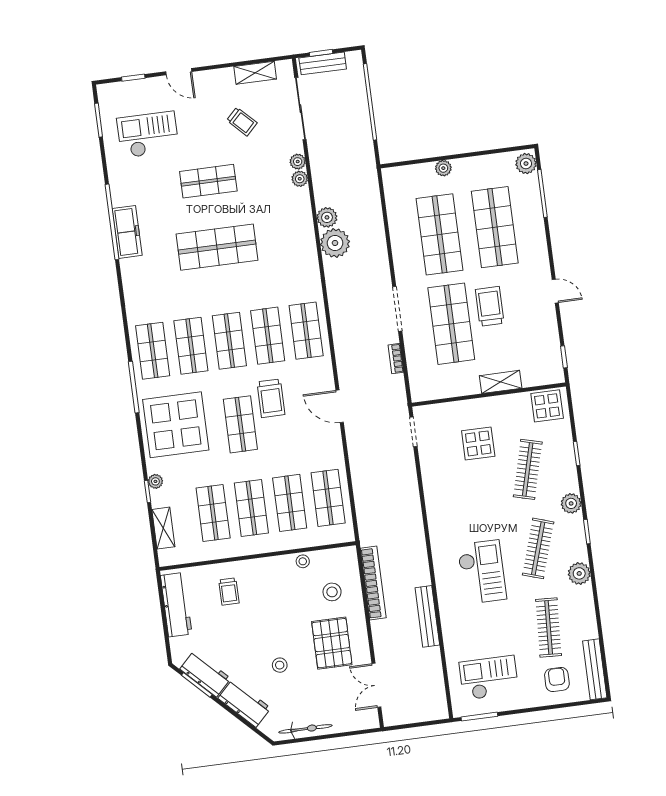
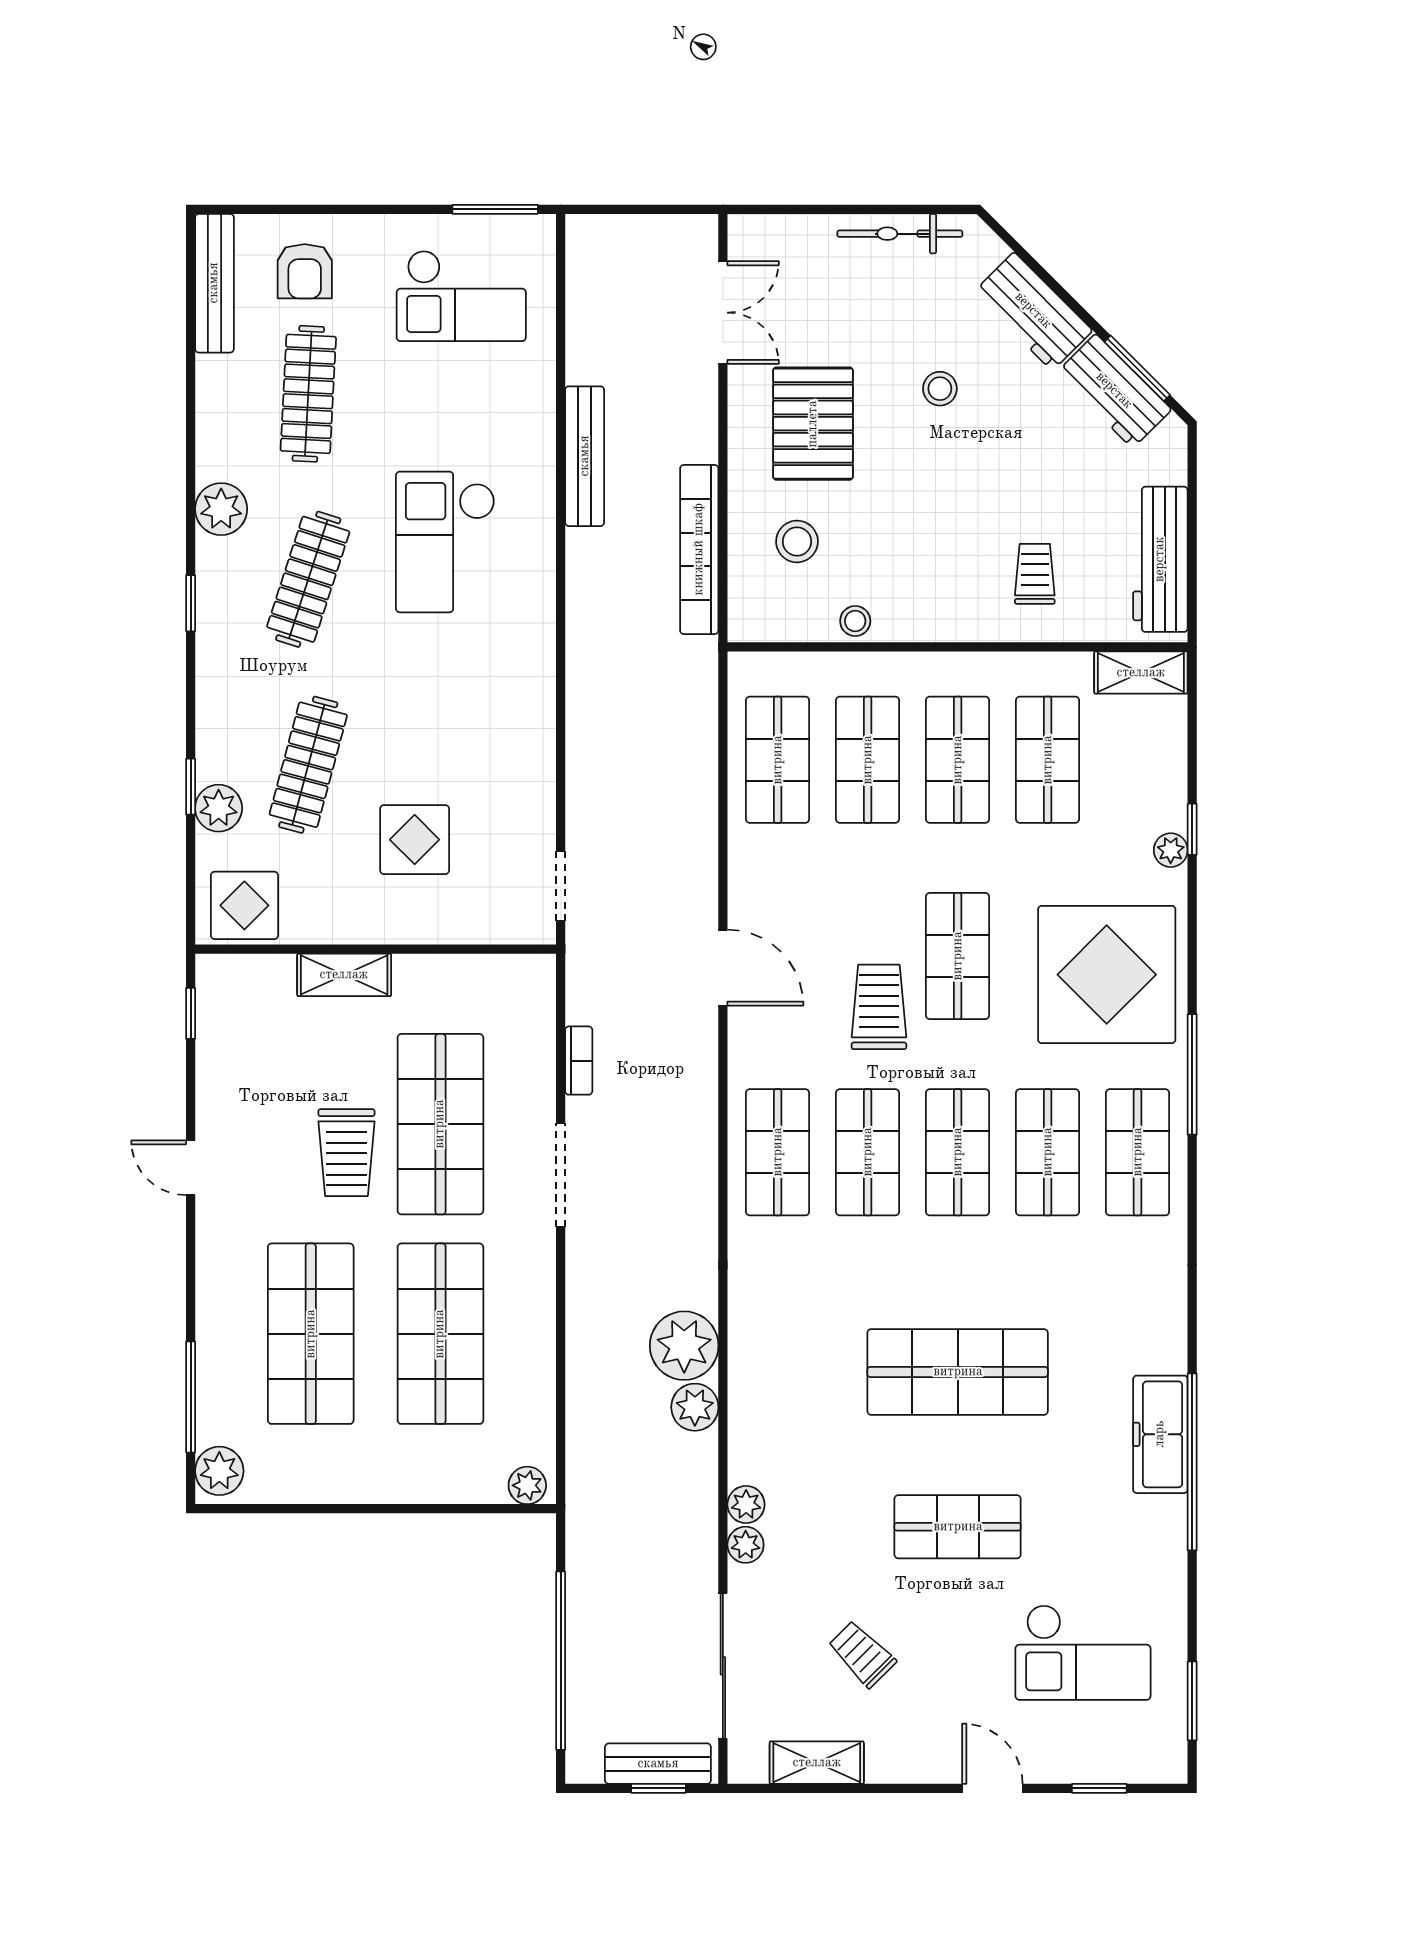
plant: (443, 168) -> (527, 1485), moved
plant: (571, 503) -> (219, 808), moved
shelving: (163, 528) -> (1141, 673), moved, turned 90

